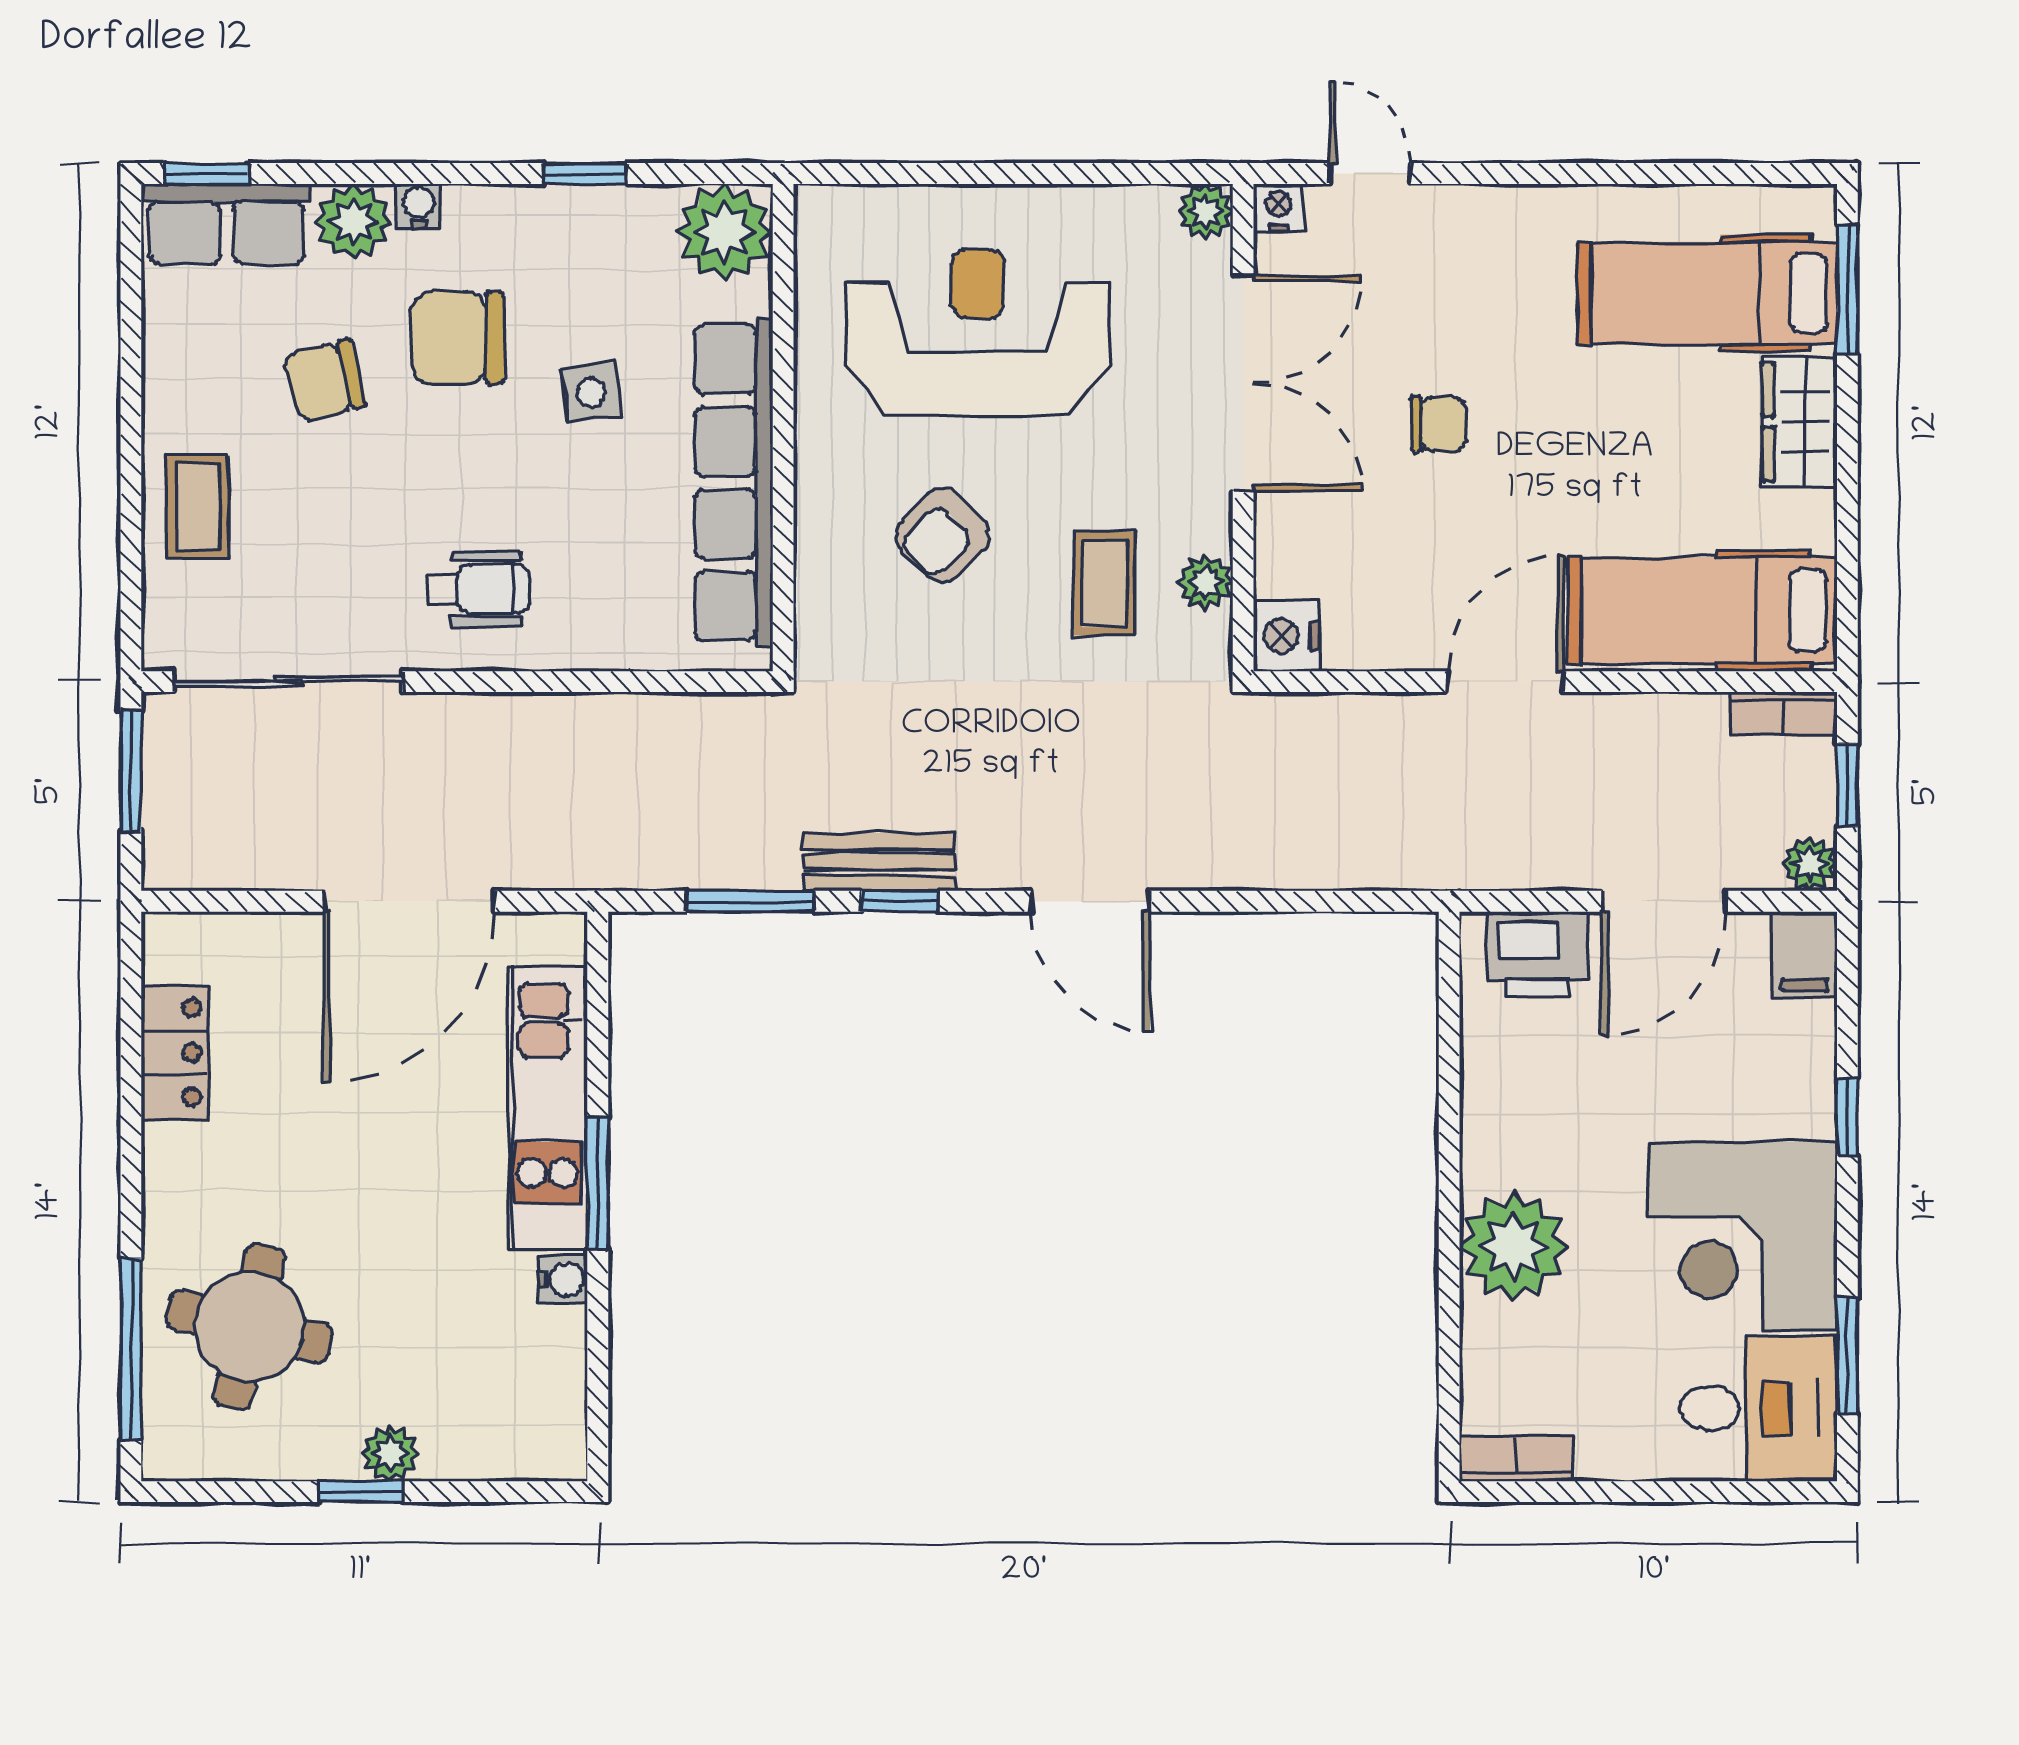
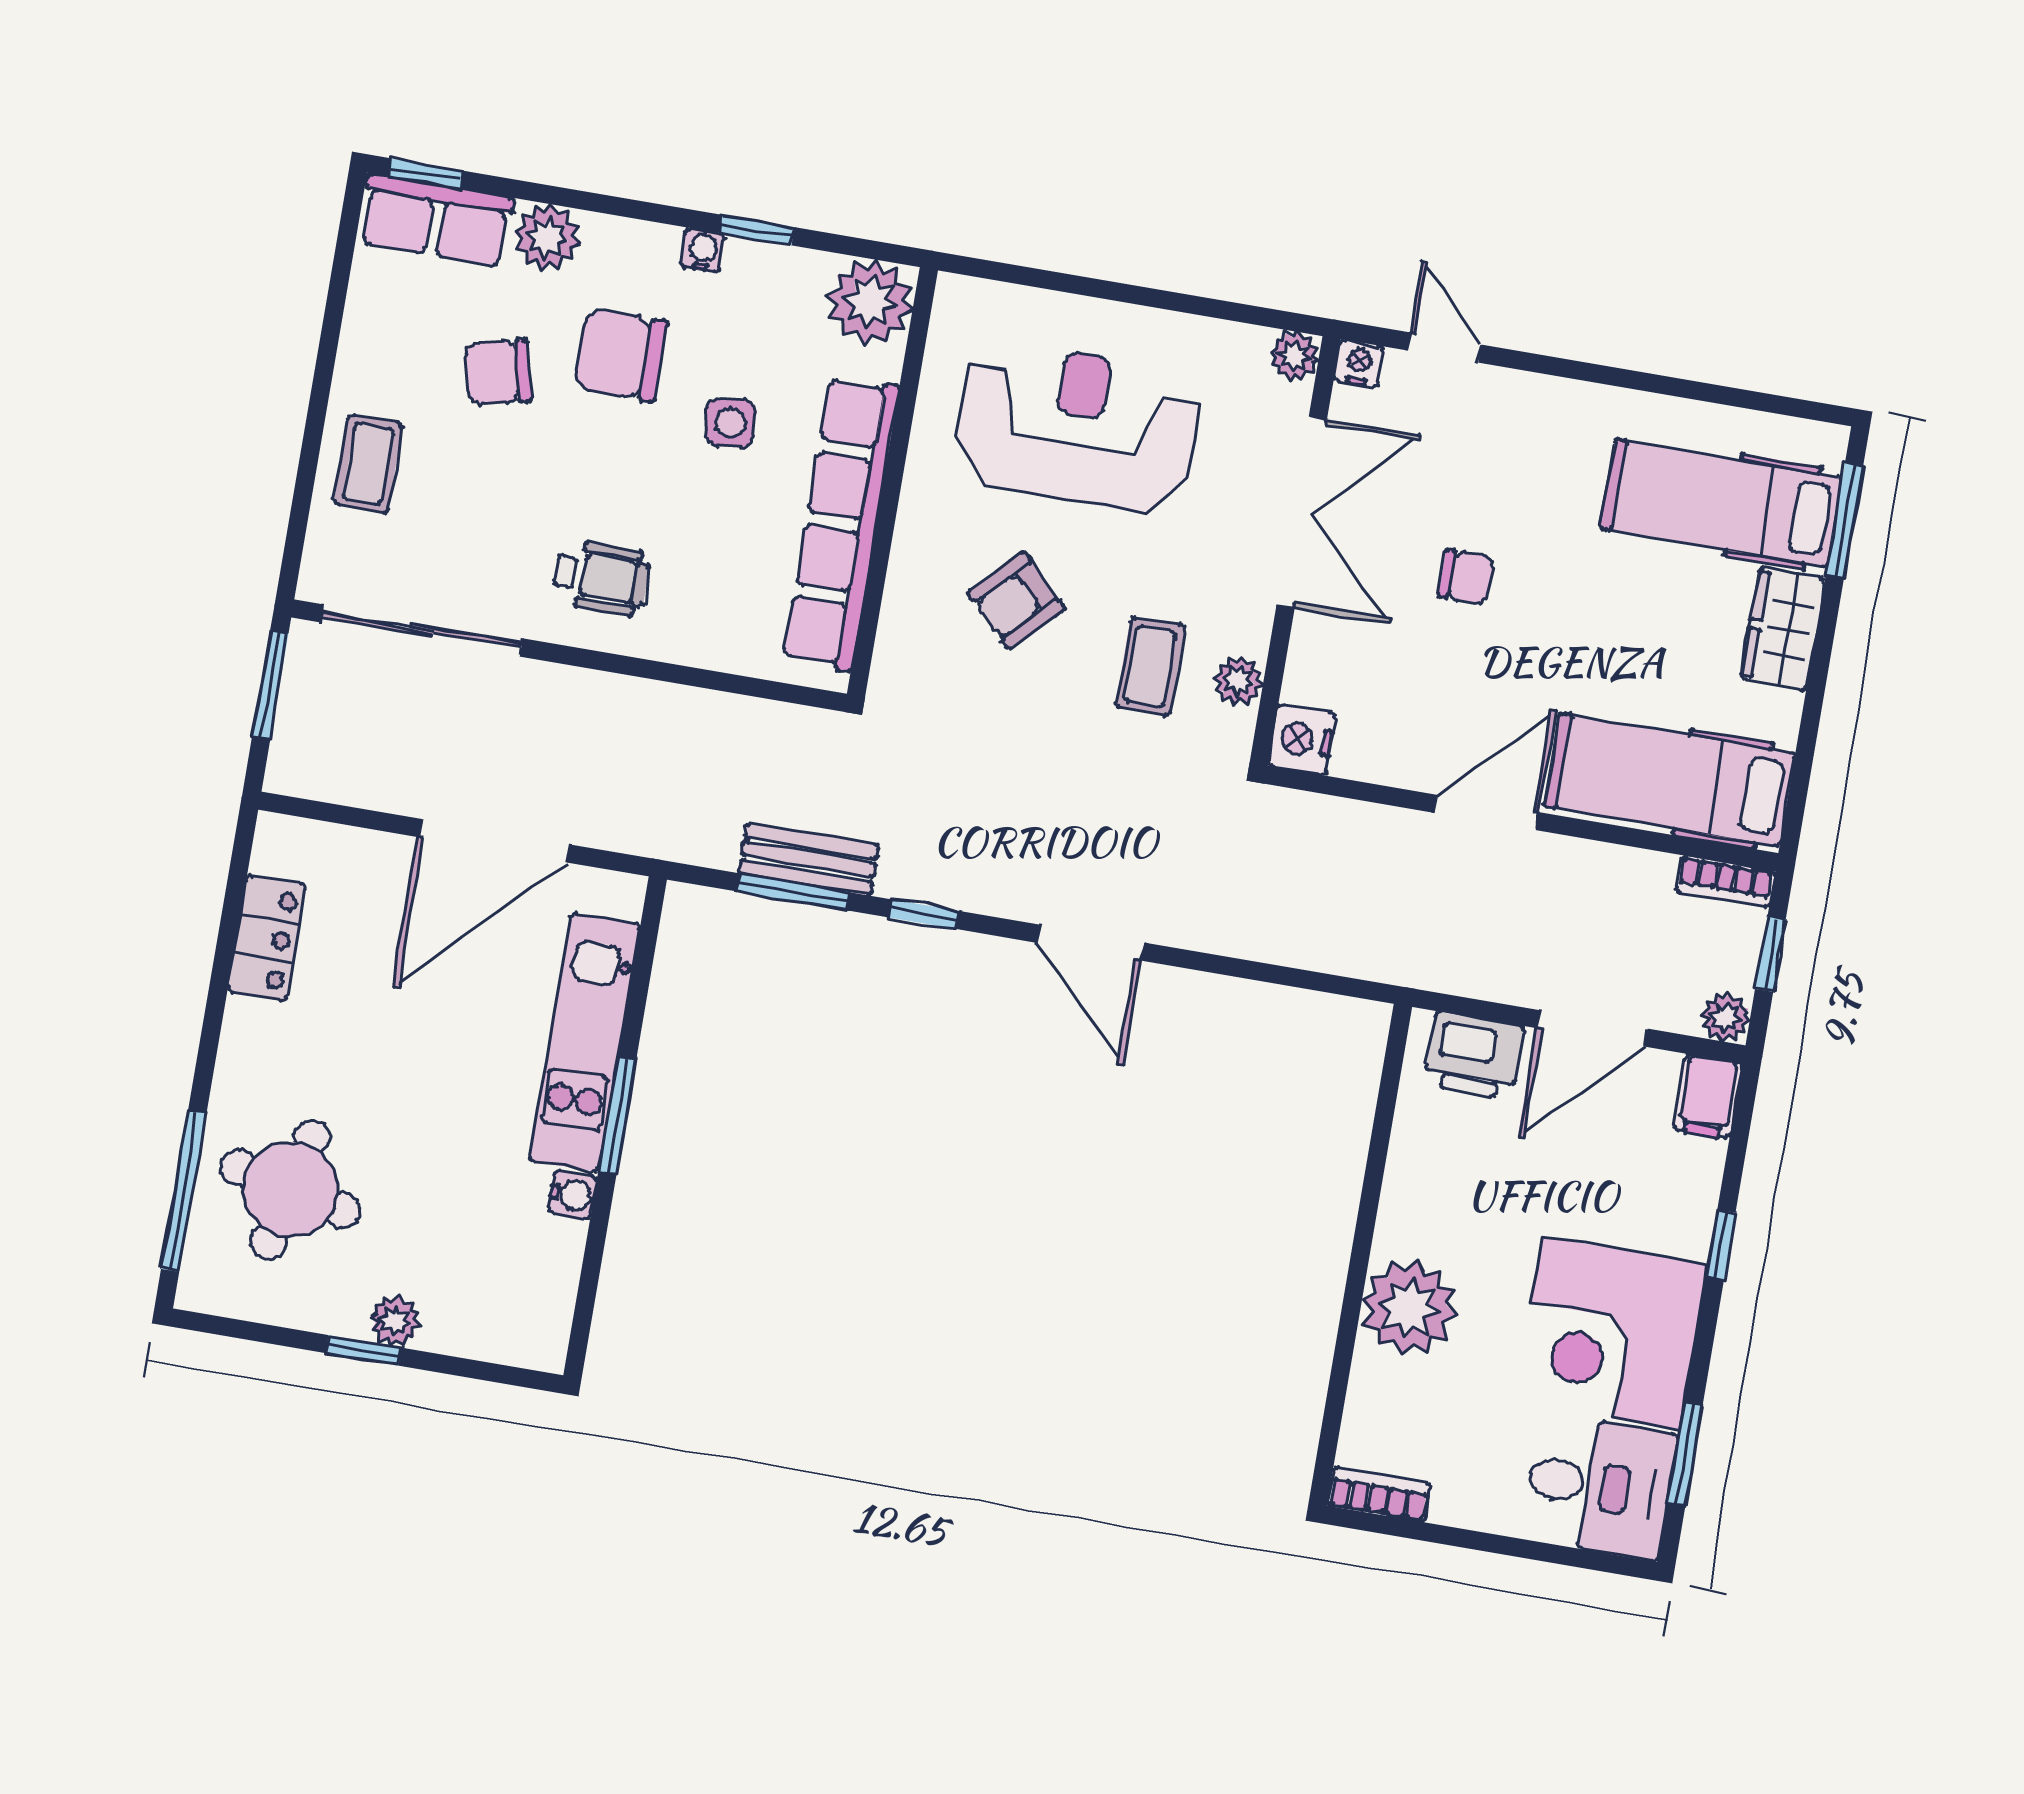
water cooler: (419, 206) -> (703, 250), moved
bench: (879, 862) -> (809, 859), moved

